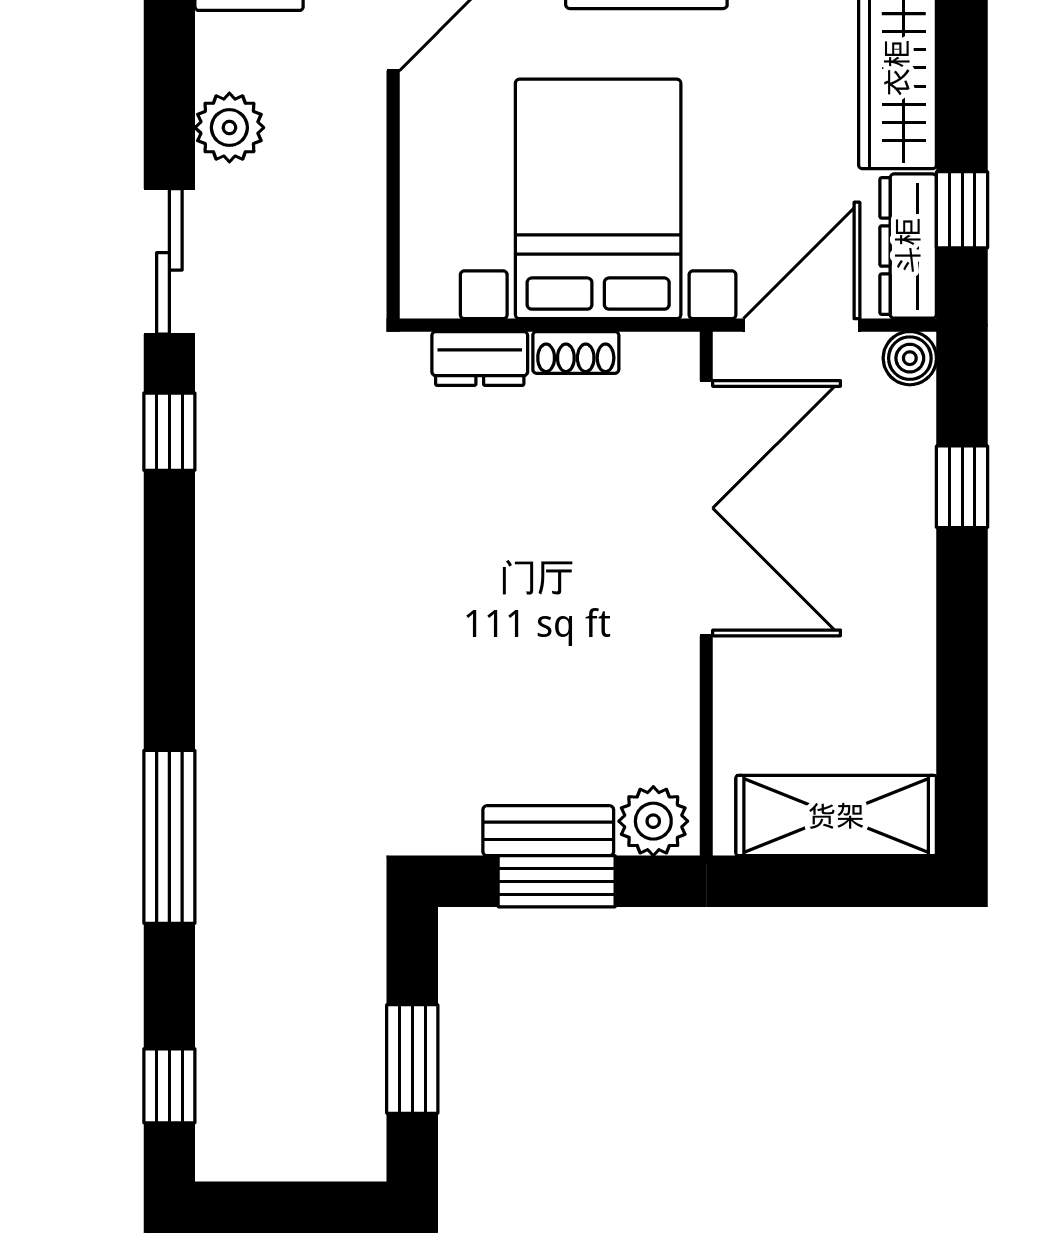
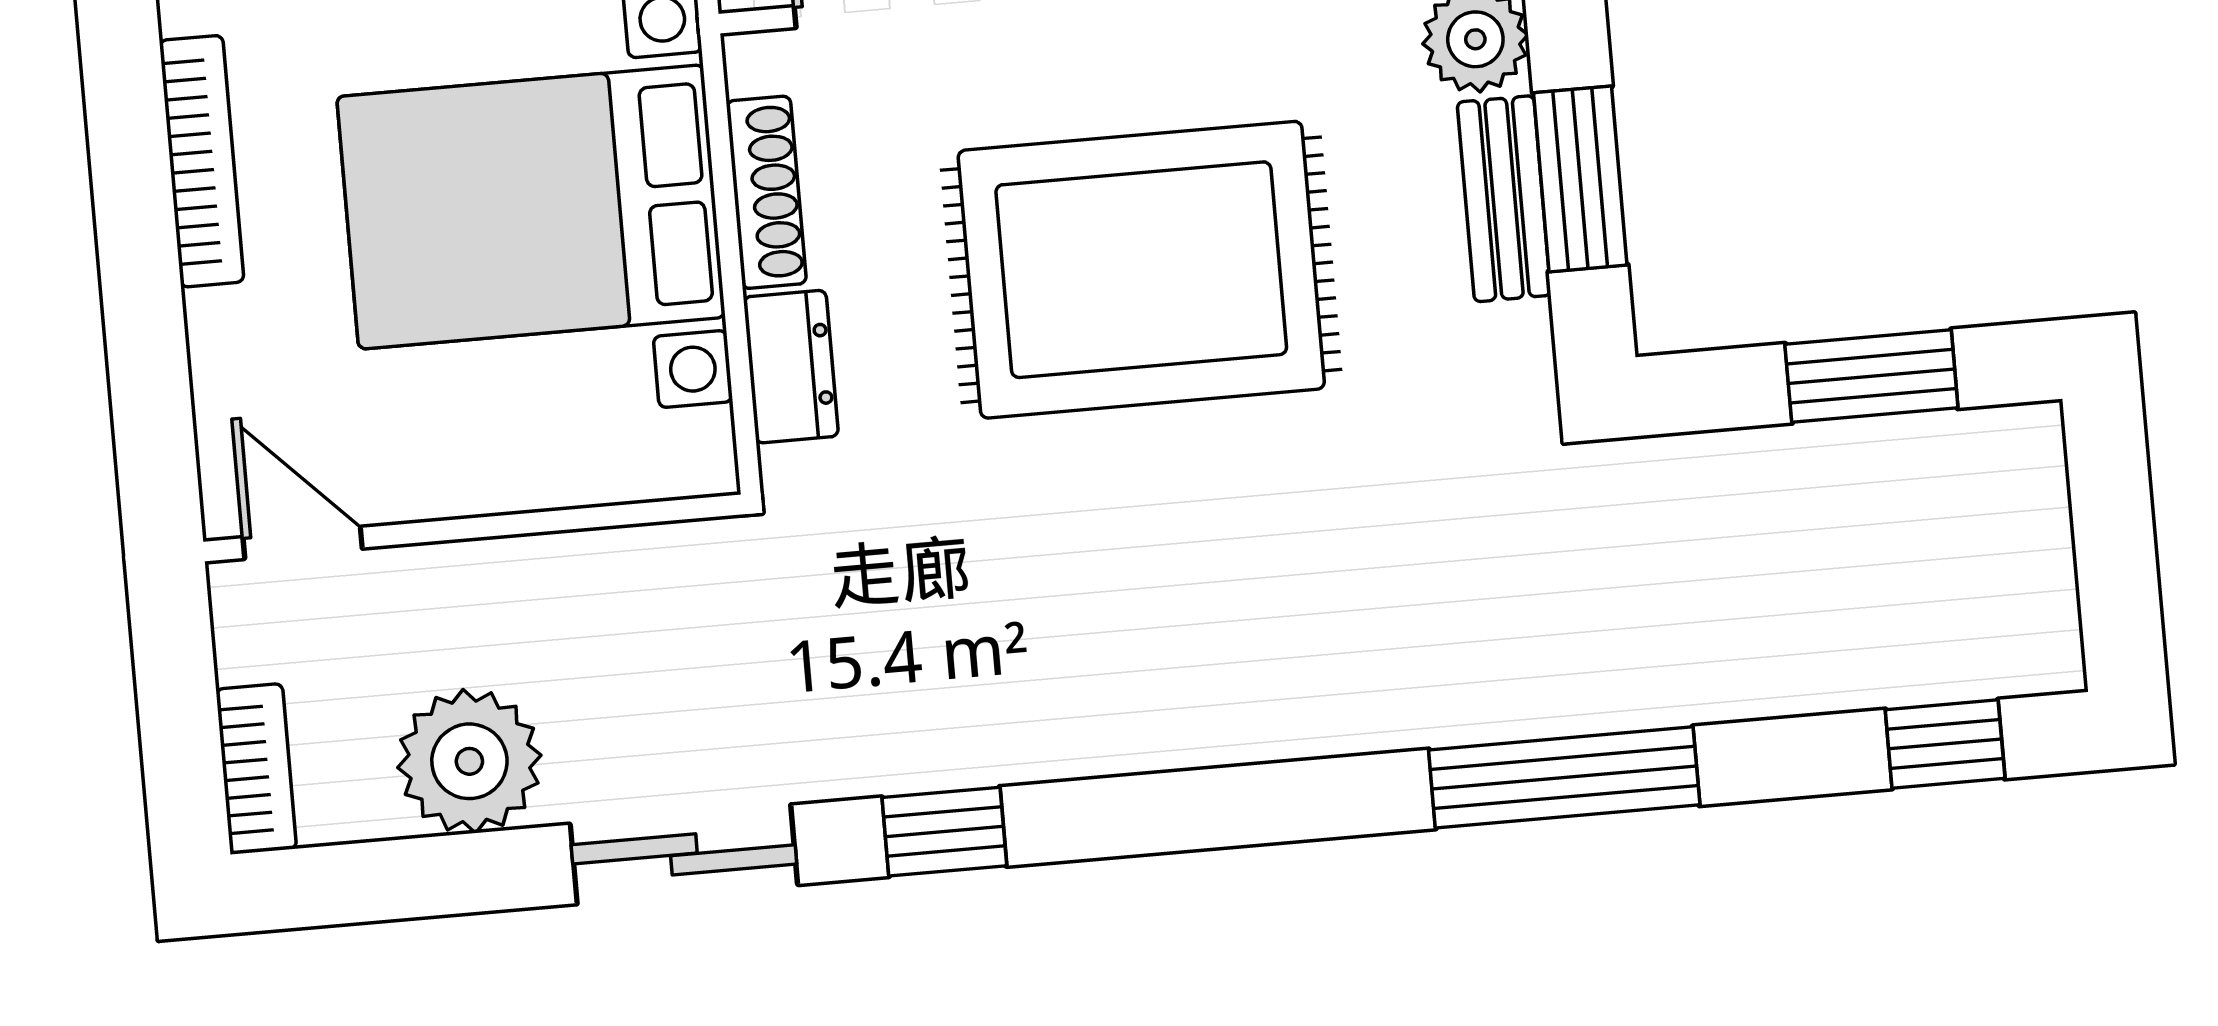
plant: (229, 128) -> (469, 761), width x1.36, depth x1.36
shoe rack: (576, 352) -> (766, 192), width x1.43
rug: (523, 591) -> (1141, 270), added

